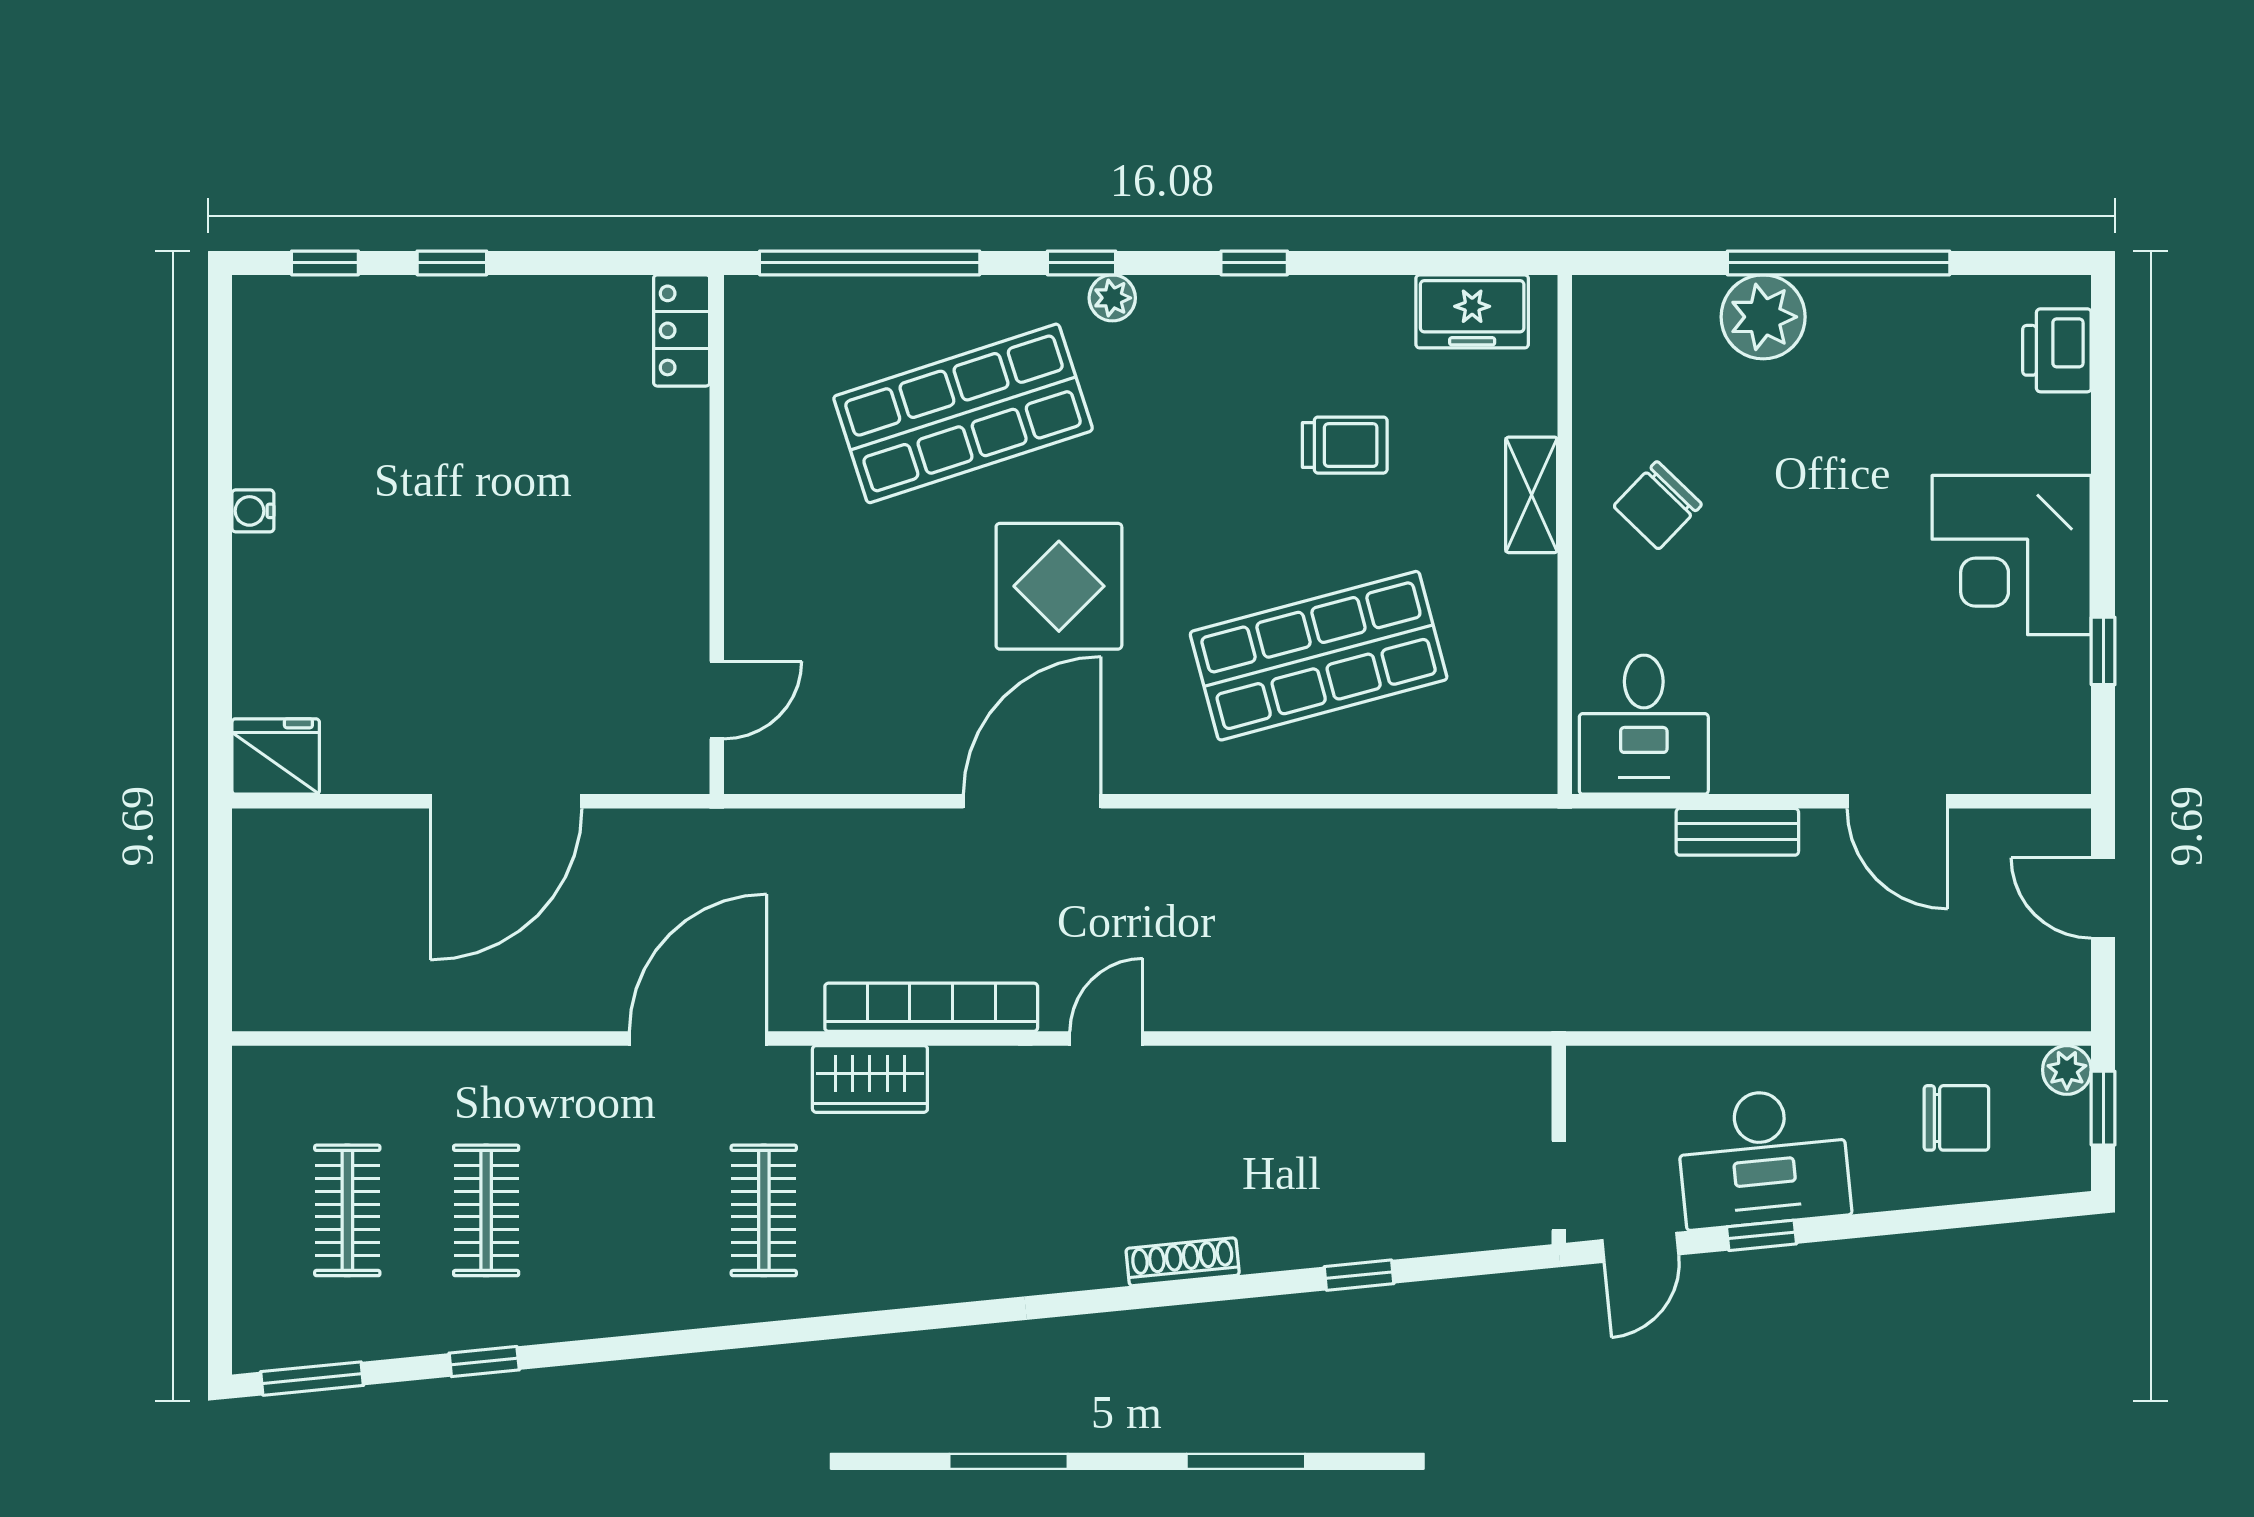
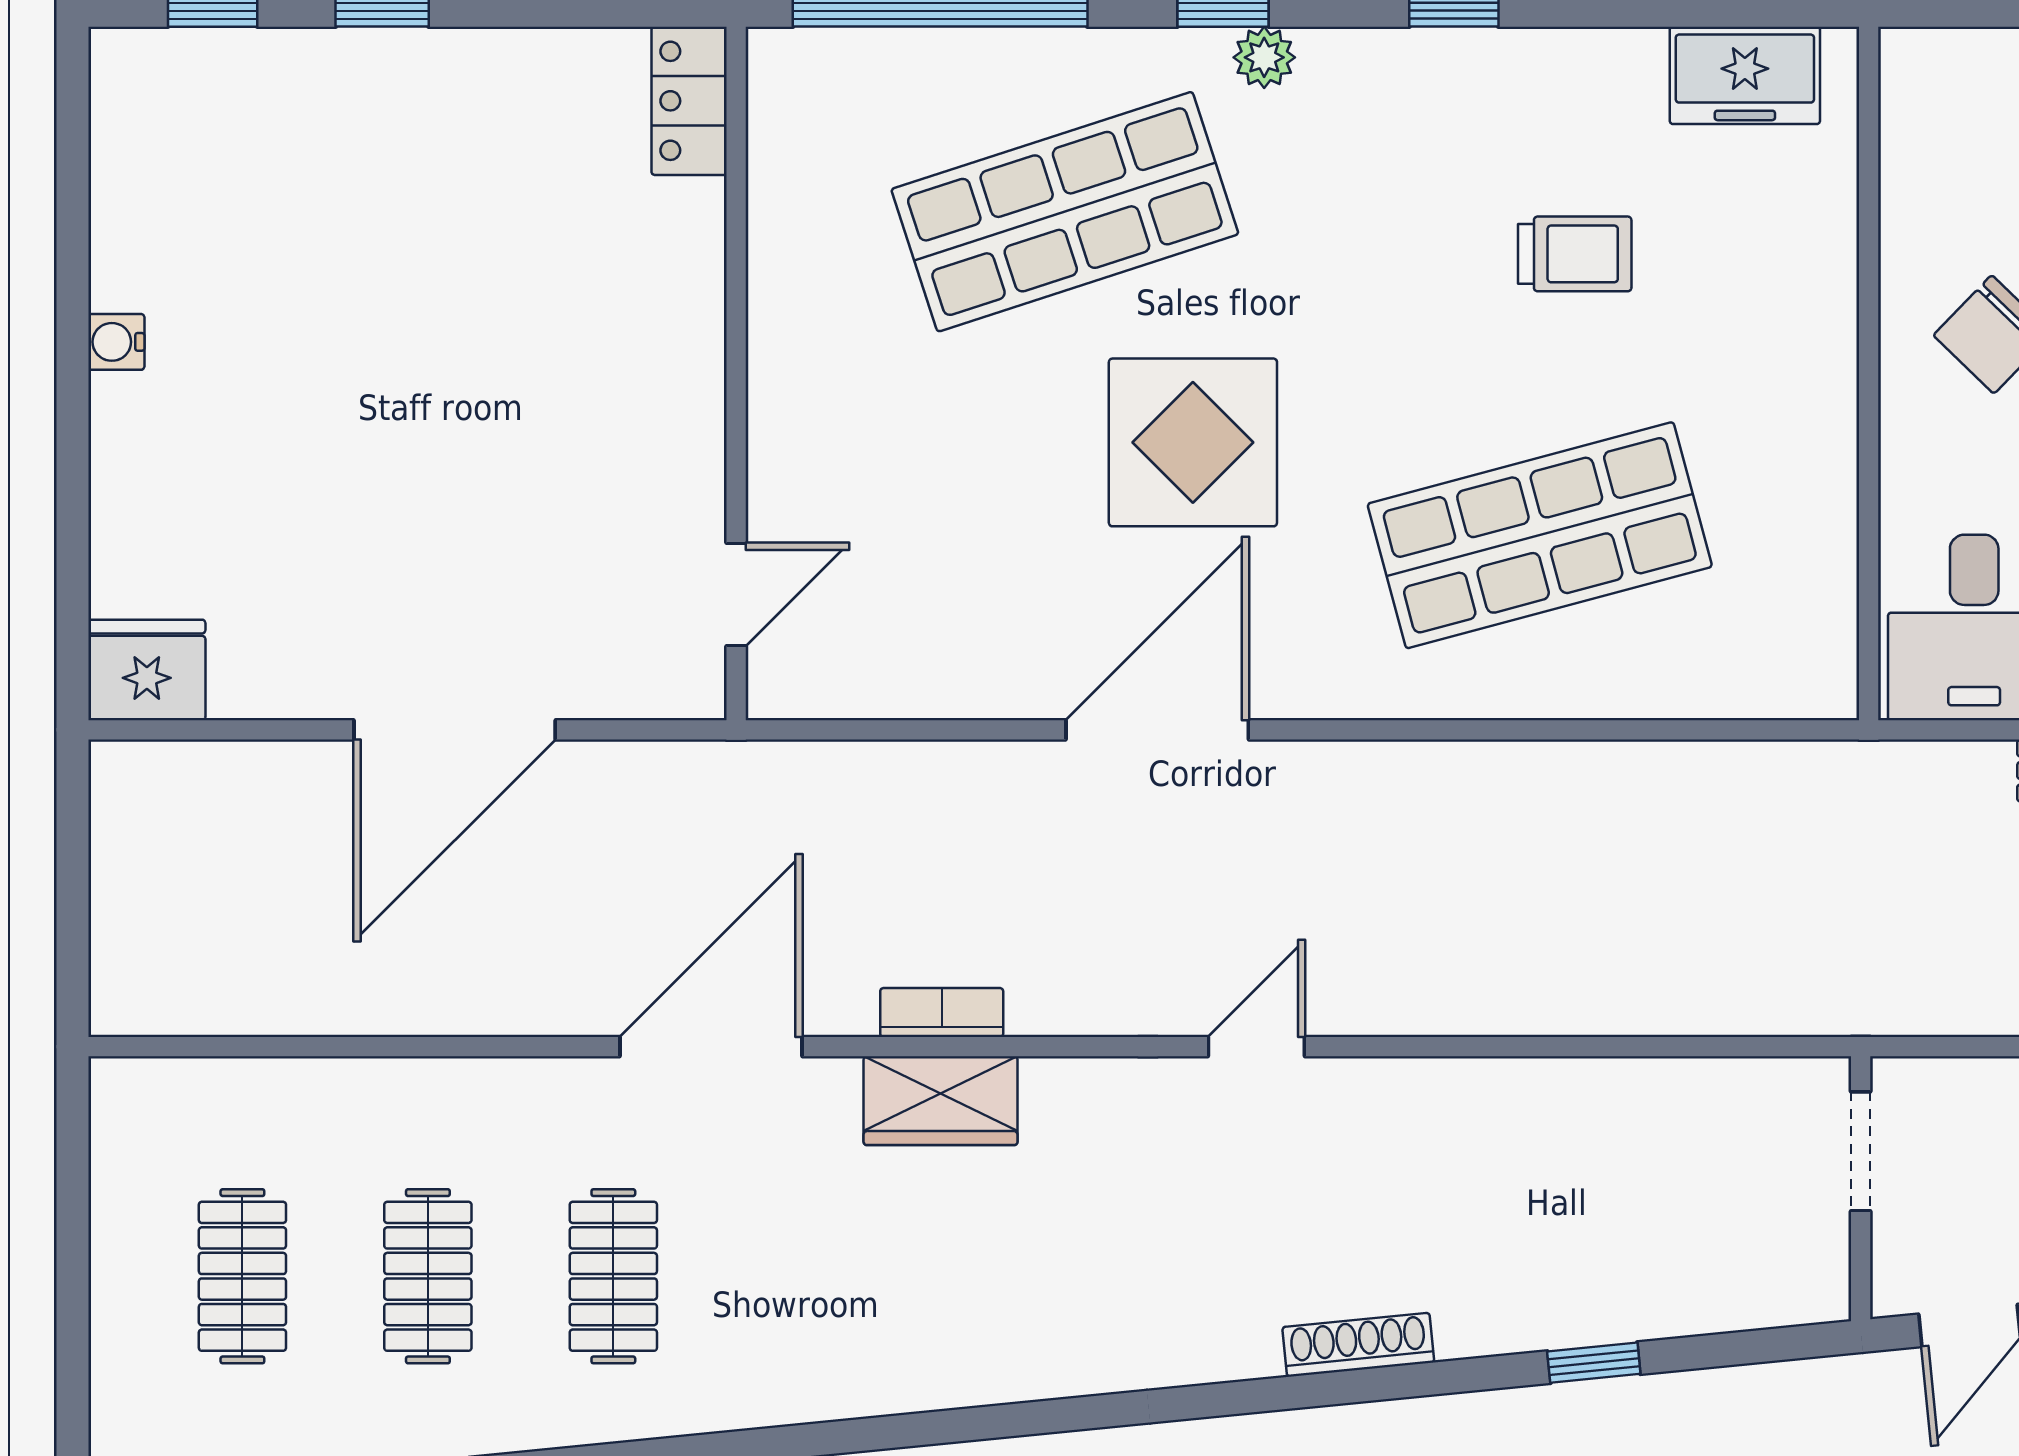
shelving: (1532, 495) -> (1824, 320), removed
bookcase: (931, 1007) -> (942, 1013), width x0.43, depth x0.76
doorway: (1559, 1186) -> (1861, 1151), moved
clothes rail: (764, 1210) -> (613, 1276), moved

